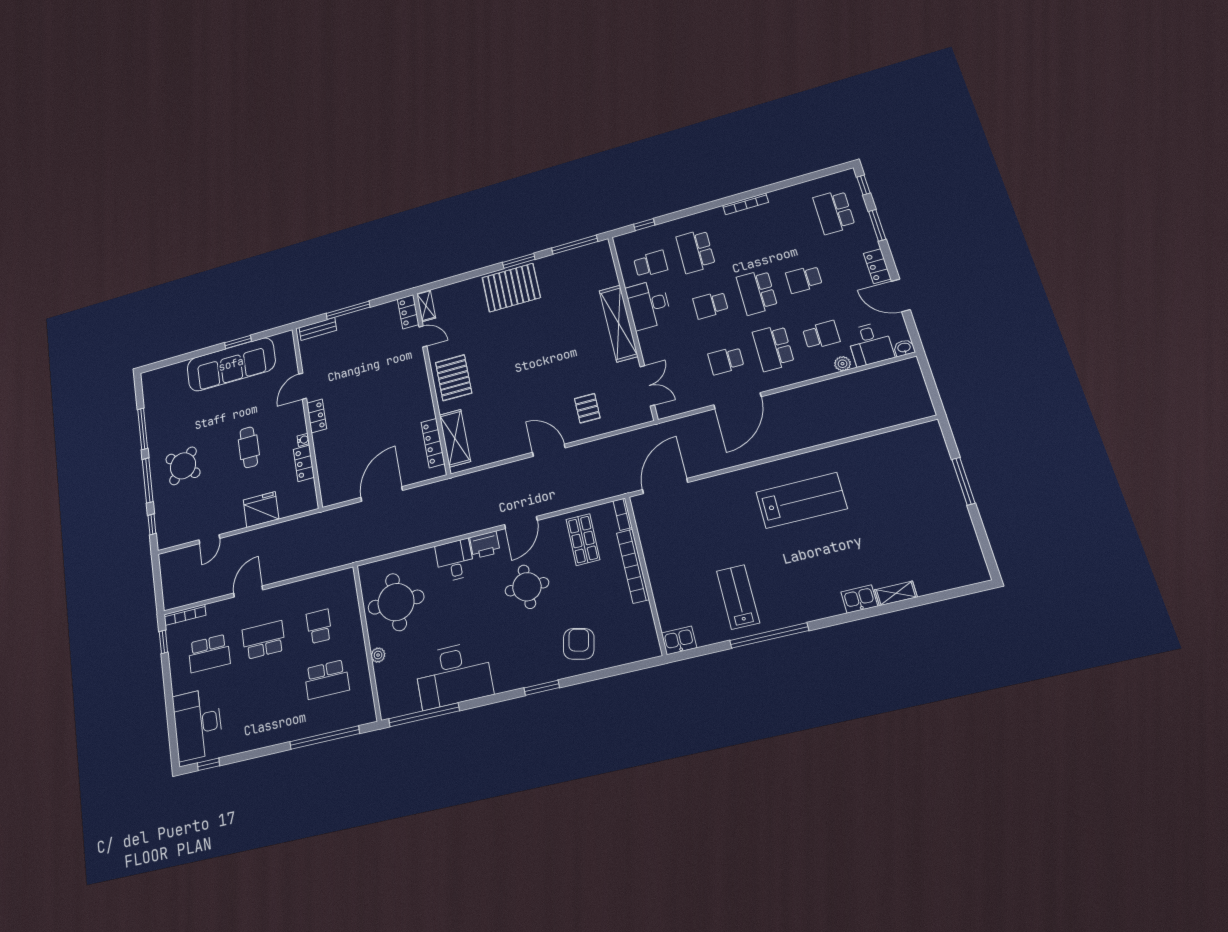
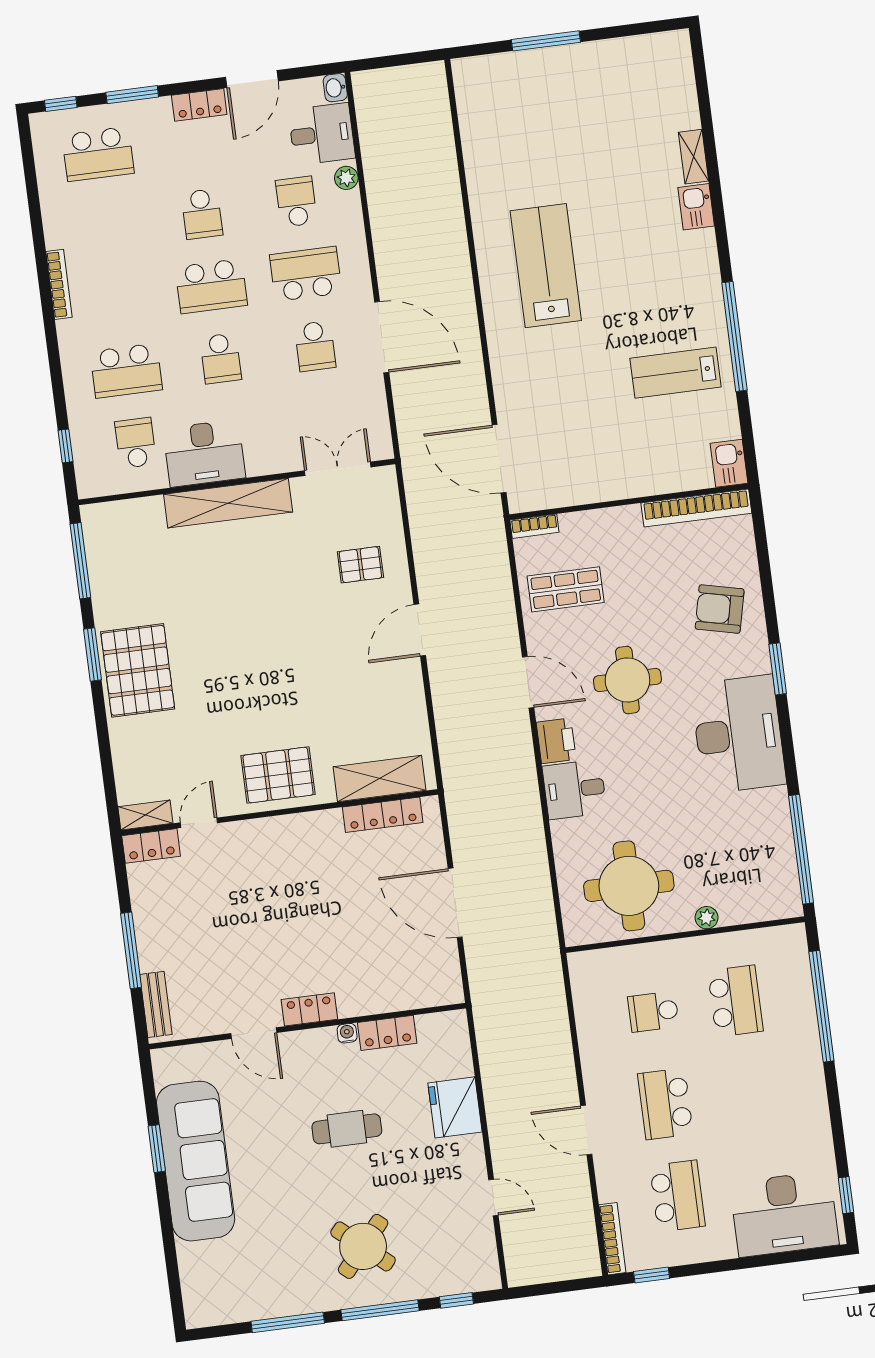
school desk: (773, 348) -> (306, 274), turned 180
bookcase: (633, 566) -> (696, 508), moved
desk: (454, 675) -> (738, 734), moved

